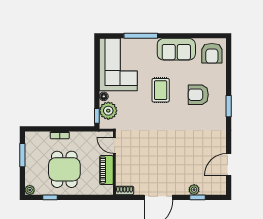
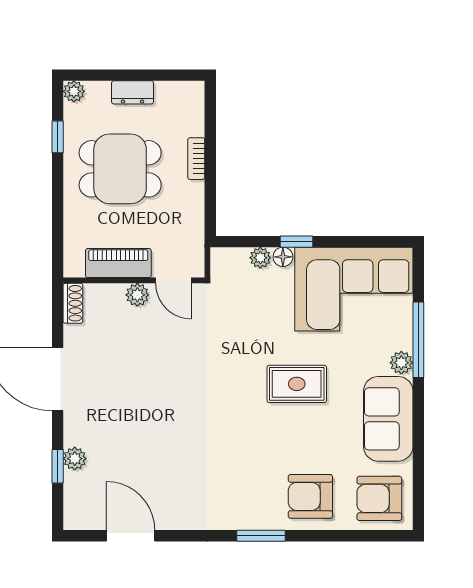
plant: (151, 43) -> (401, 363), added
armchair: (198, 95) -> (310, 496), moved, turned -90
plant: (108, 111) -> (260, 258), width x0.53, depth x0.53
window: (97, 116) -> (296, 242), moved
door: (114, 145) -> (173, 280), swing flipped
window: (22, 155) -> (152, 75), removed
plant: (121, 162) -> (137, 295), added
dresser: (30, 164) -> (133, 92), added

